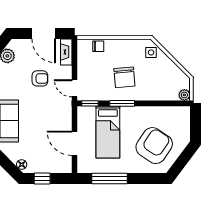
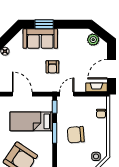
armchair: (40, 78) -> (52, 67), moved
door: (74, 143) -> (22, 94), hinge flipped

